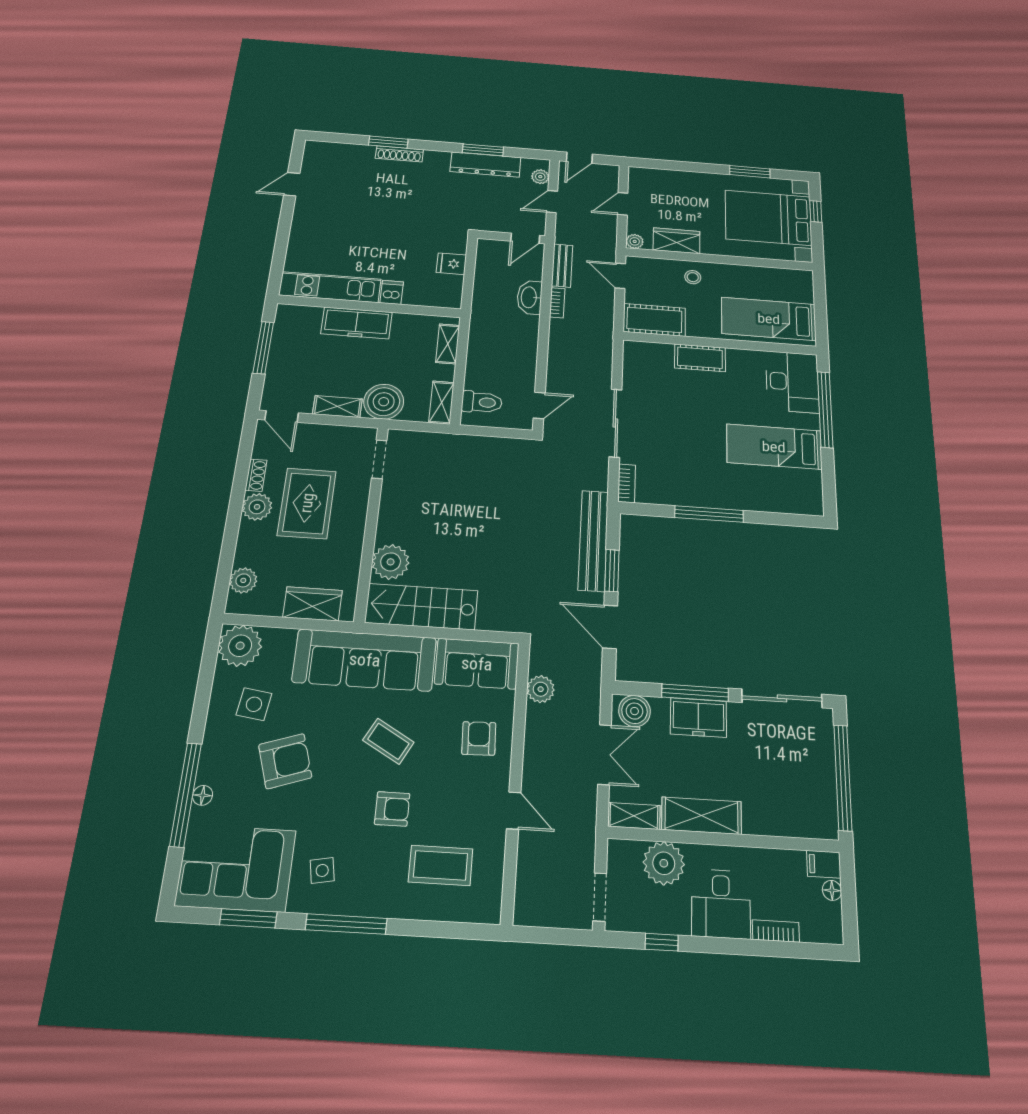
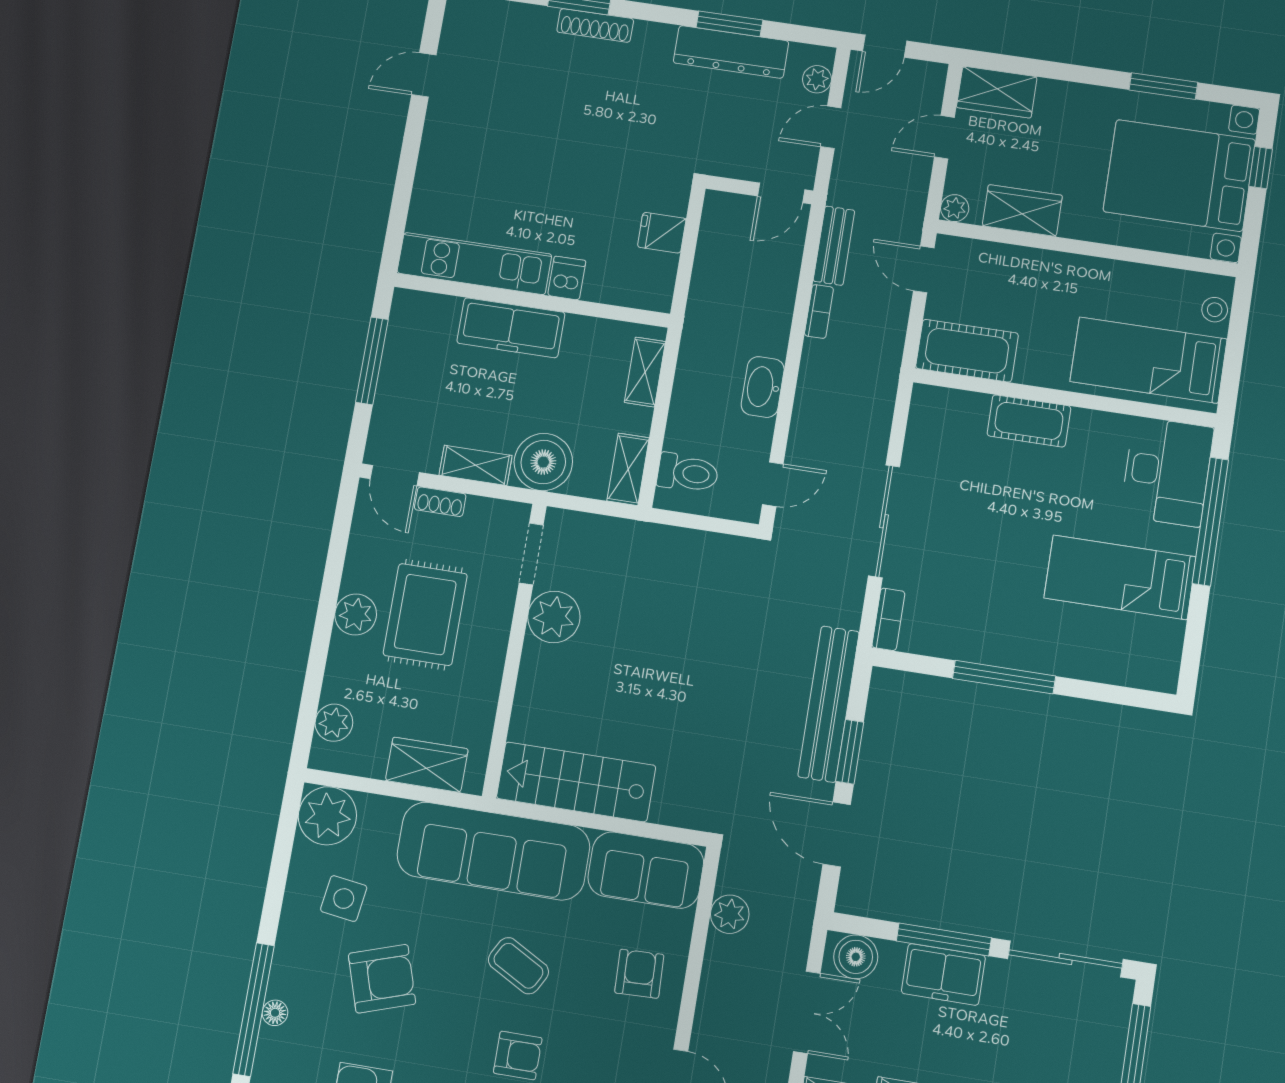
wardrobe: (651, 179) -> (997, 92), added
stool: (693, 277) -> (1215, 310), moved
washbasin: (529, 297) -> (763, 387), moved
shoe rack: (256, 475) -> (440, 502), moved, turned 90
plant: (391, 562) -> (554, 617), moved

